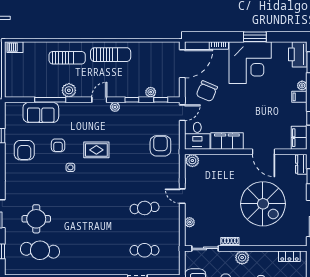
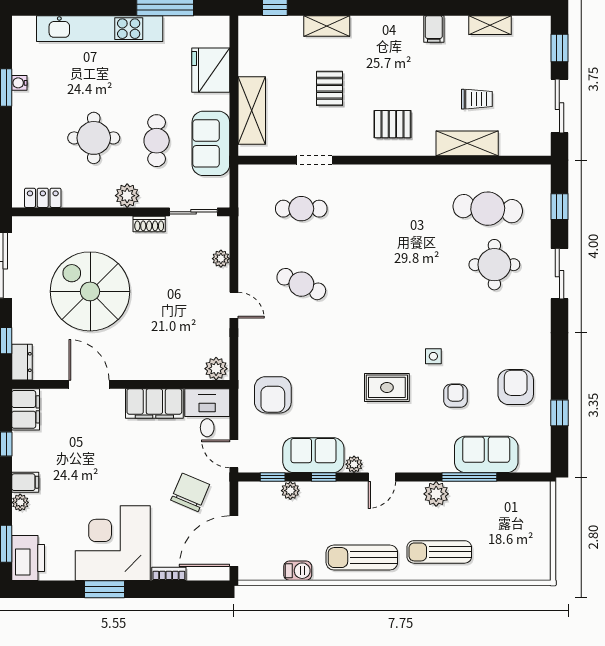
barbecue: (15, 47) -> (298, 571), moved
sofa: (138, 112) -> (313, 455), added
door: (182, 113) -> (234, 454), hinge flipped
cafe table: (145, 208) -> (301, 284), turned 30

